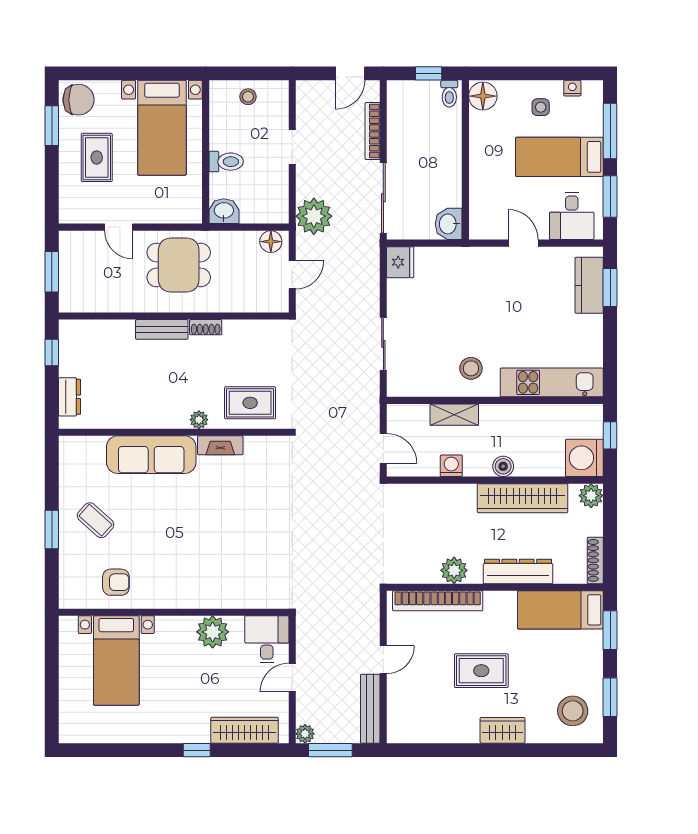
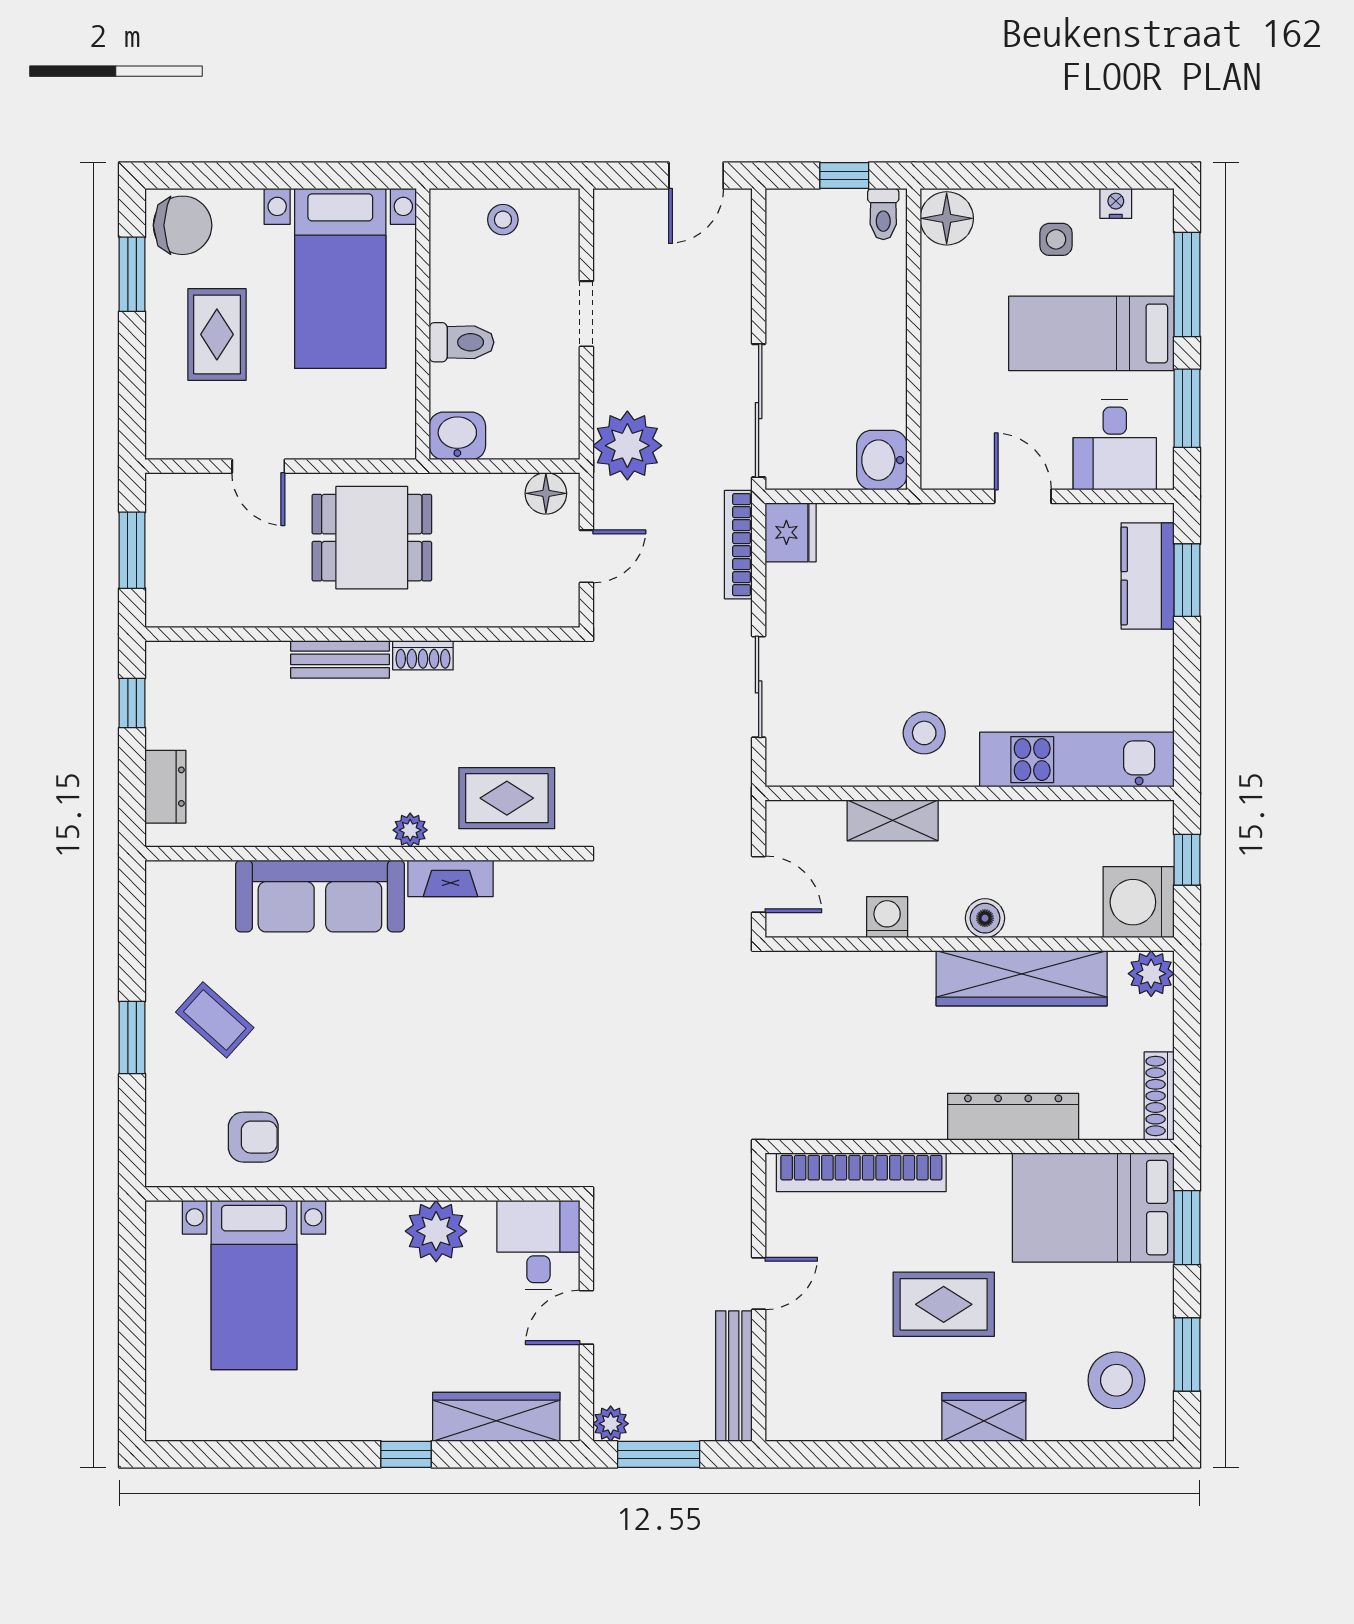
bookcase: (373, 131) -> (738, 545), moved
plant: (454, 570) -> (892, 1115), removed
bed: (560, 610) -> (1093, 1208), width x1.50

